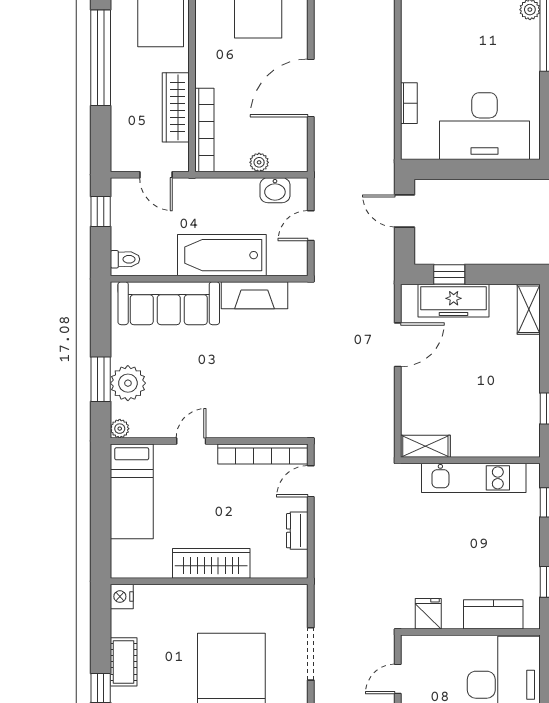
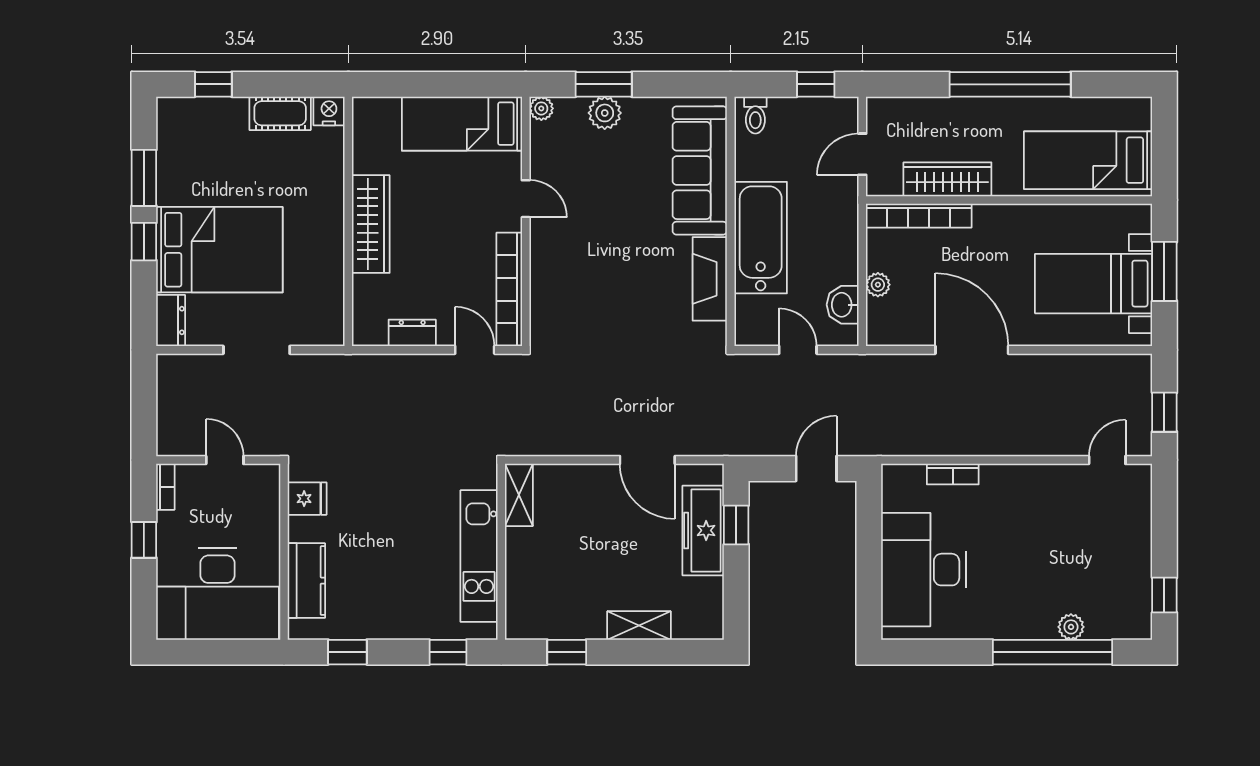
shelving: (529, 309) -> (639, 626), moved
plant: (128, 383) -> (605, 113), width x0.73, depth x0.73
cot: (124, 662) -> (280, 113), moved

